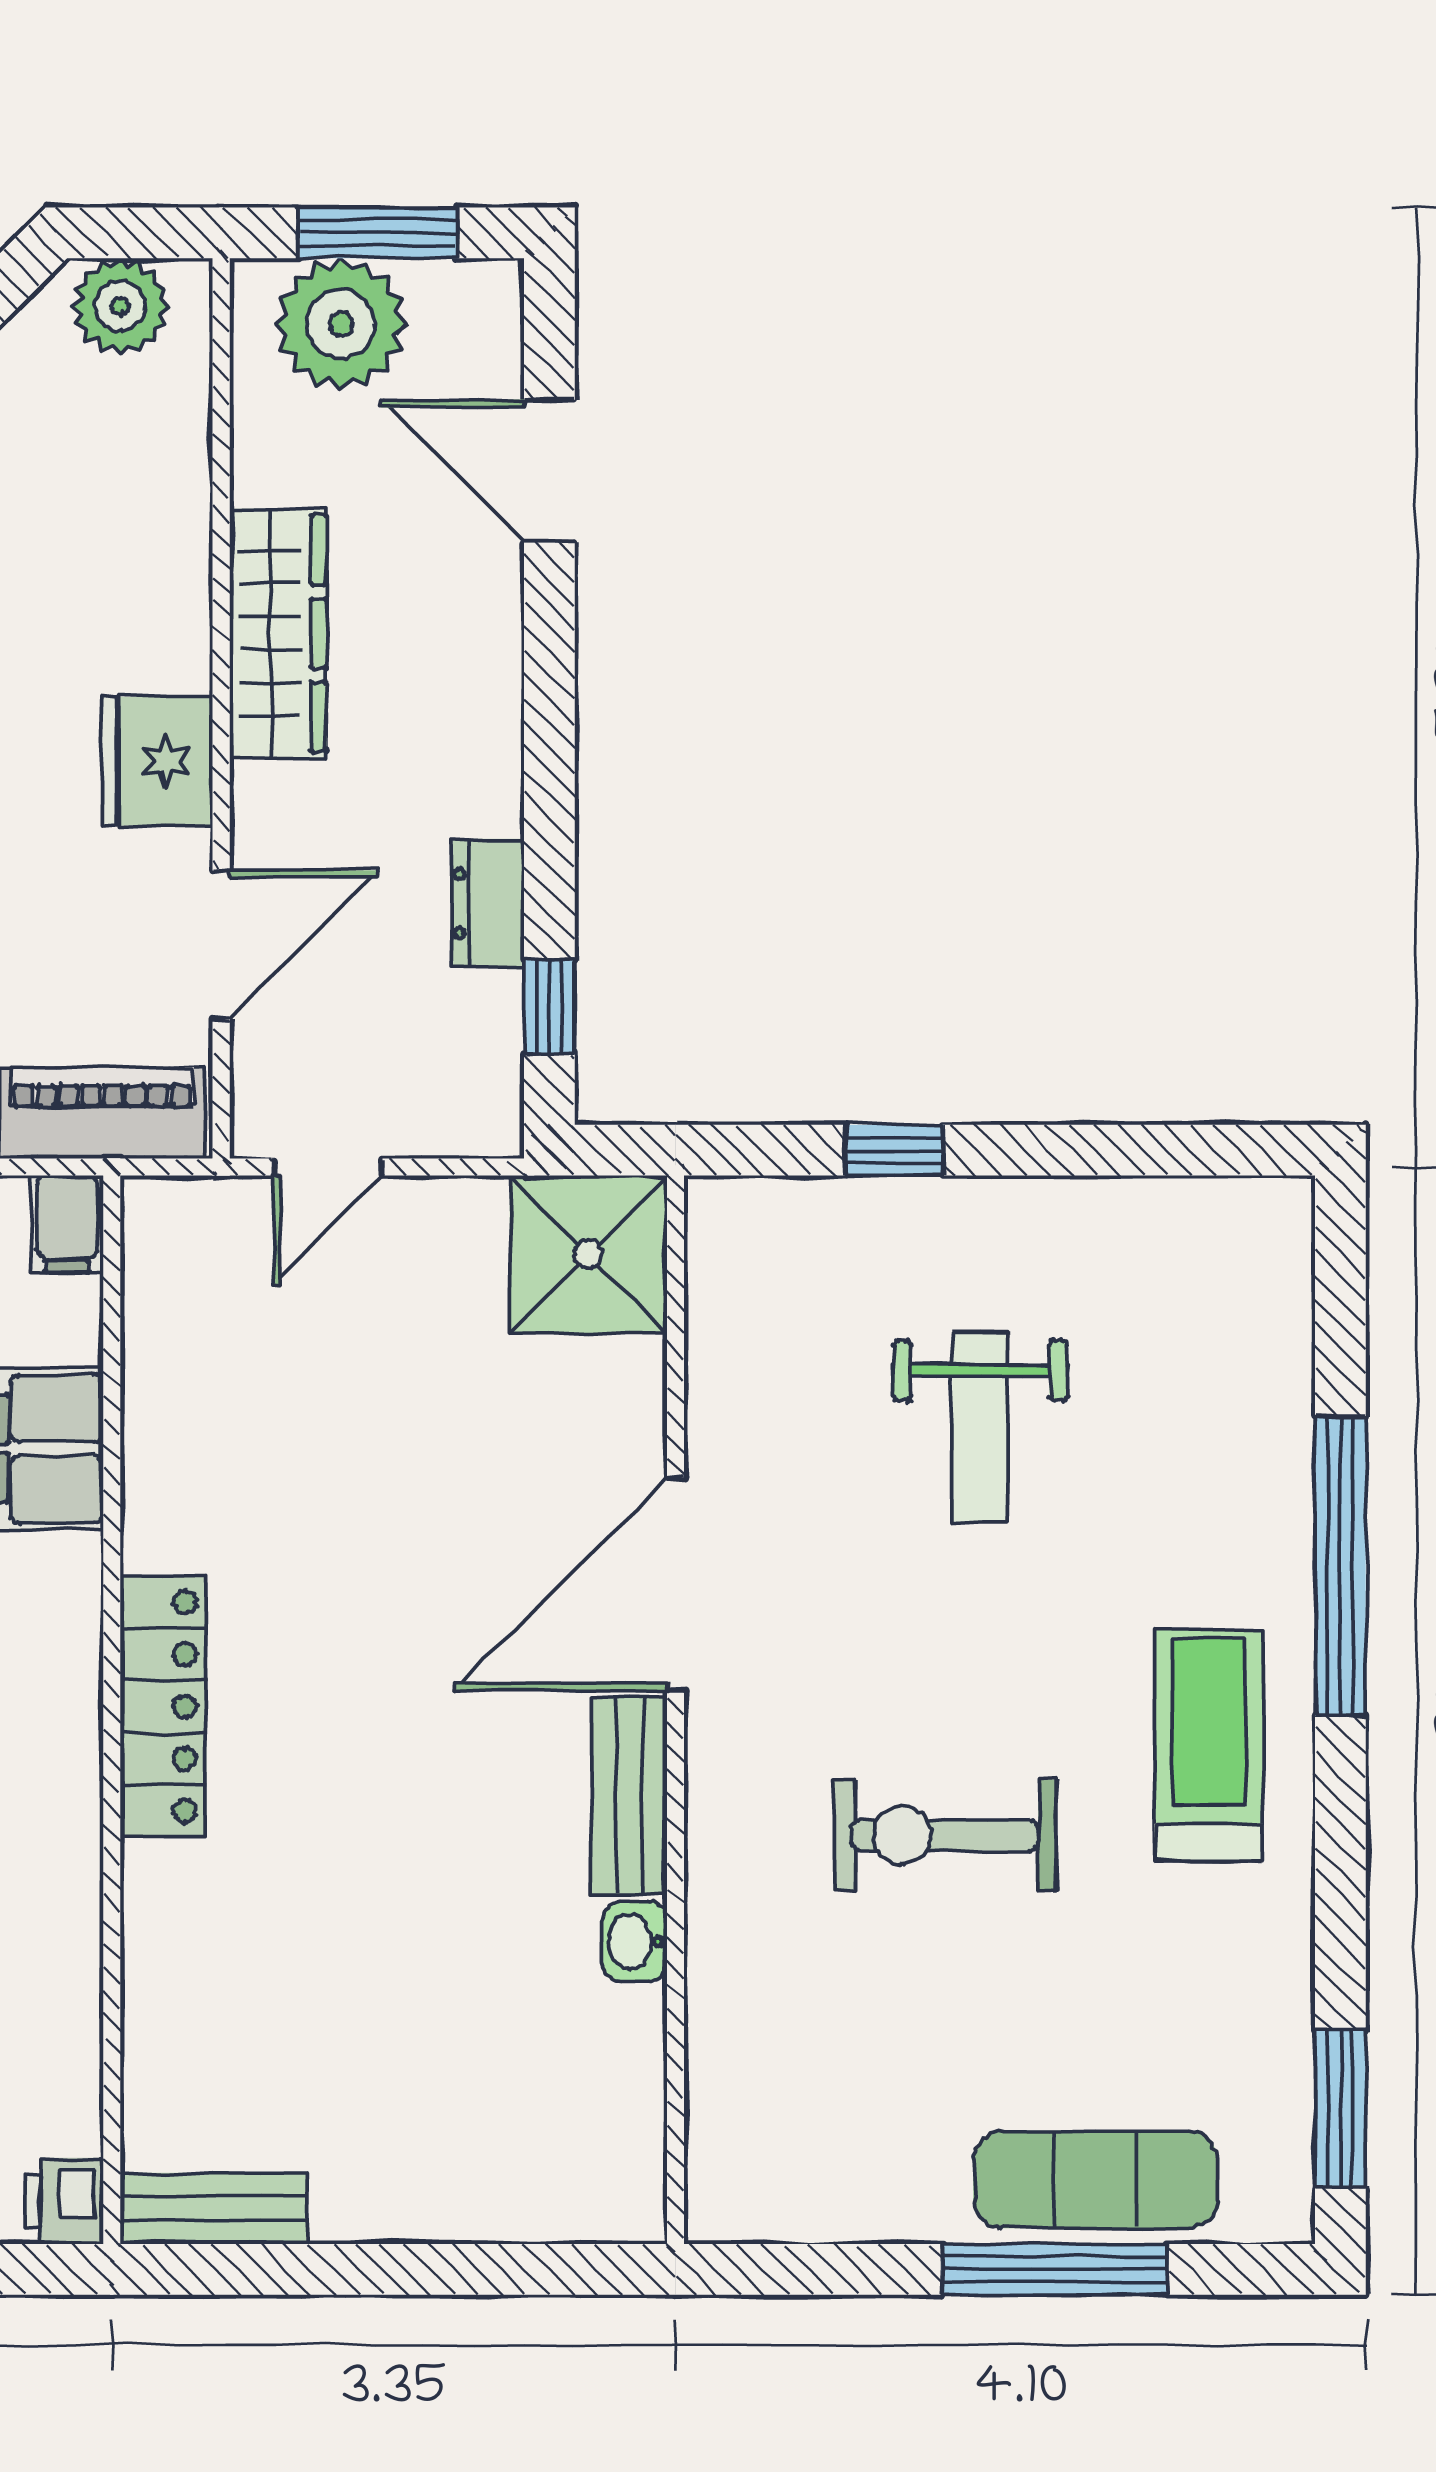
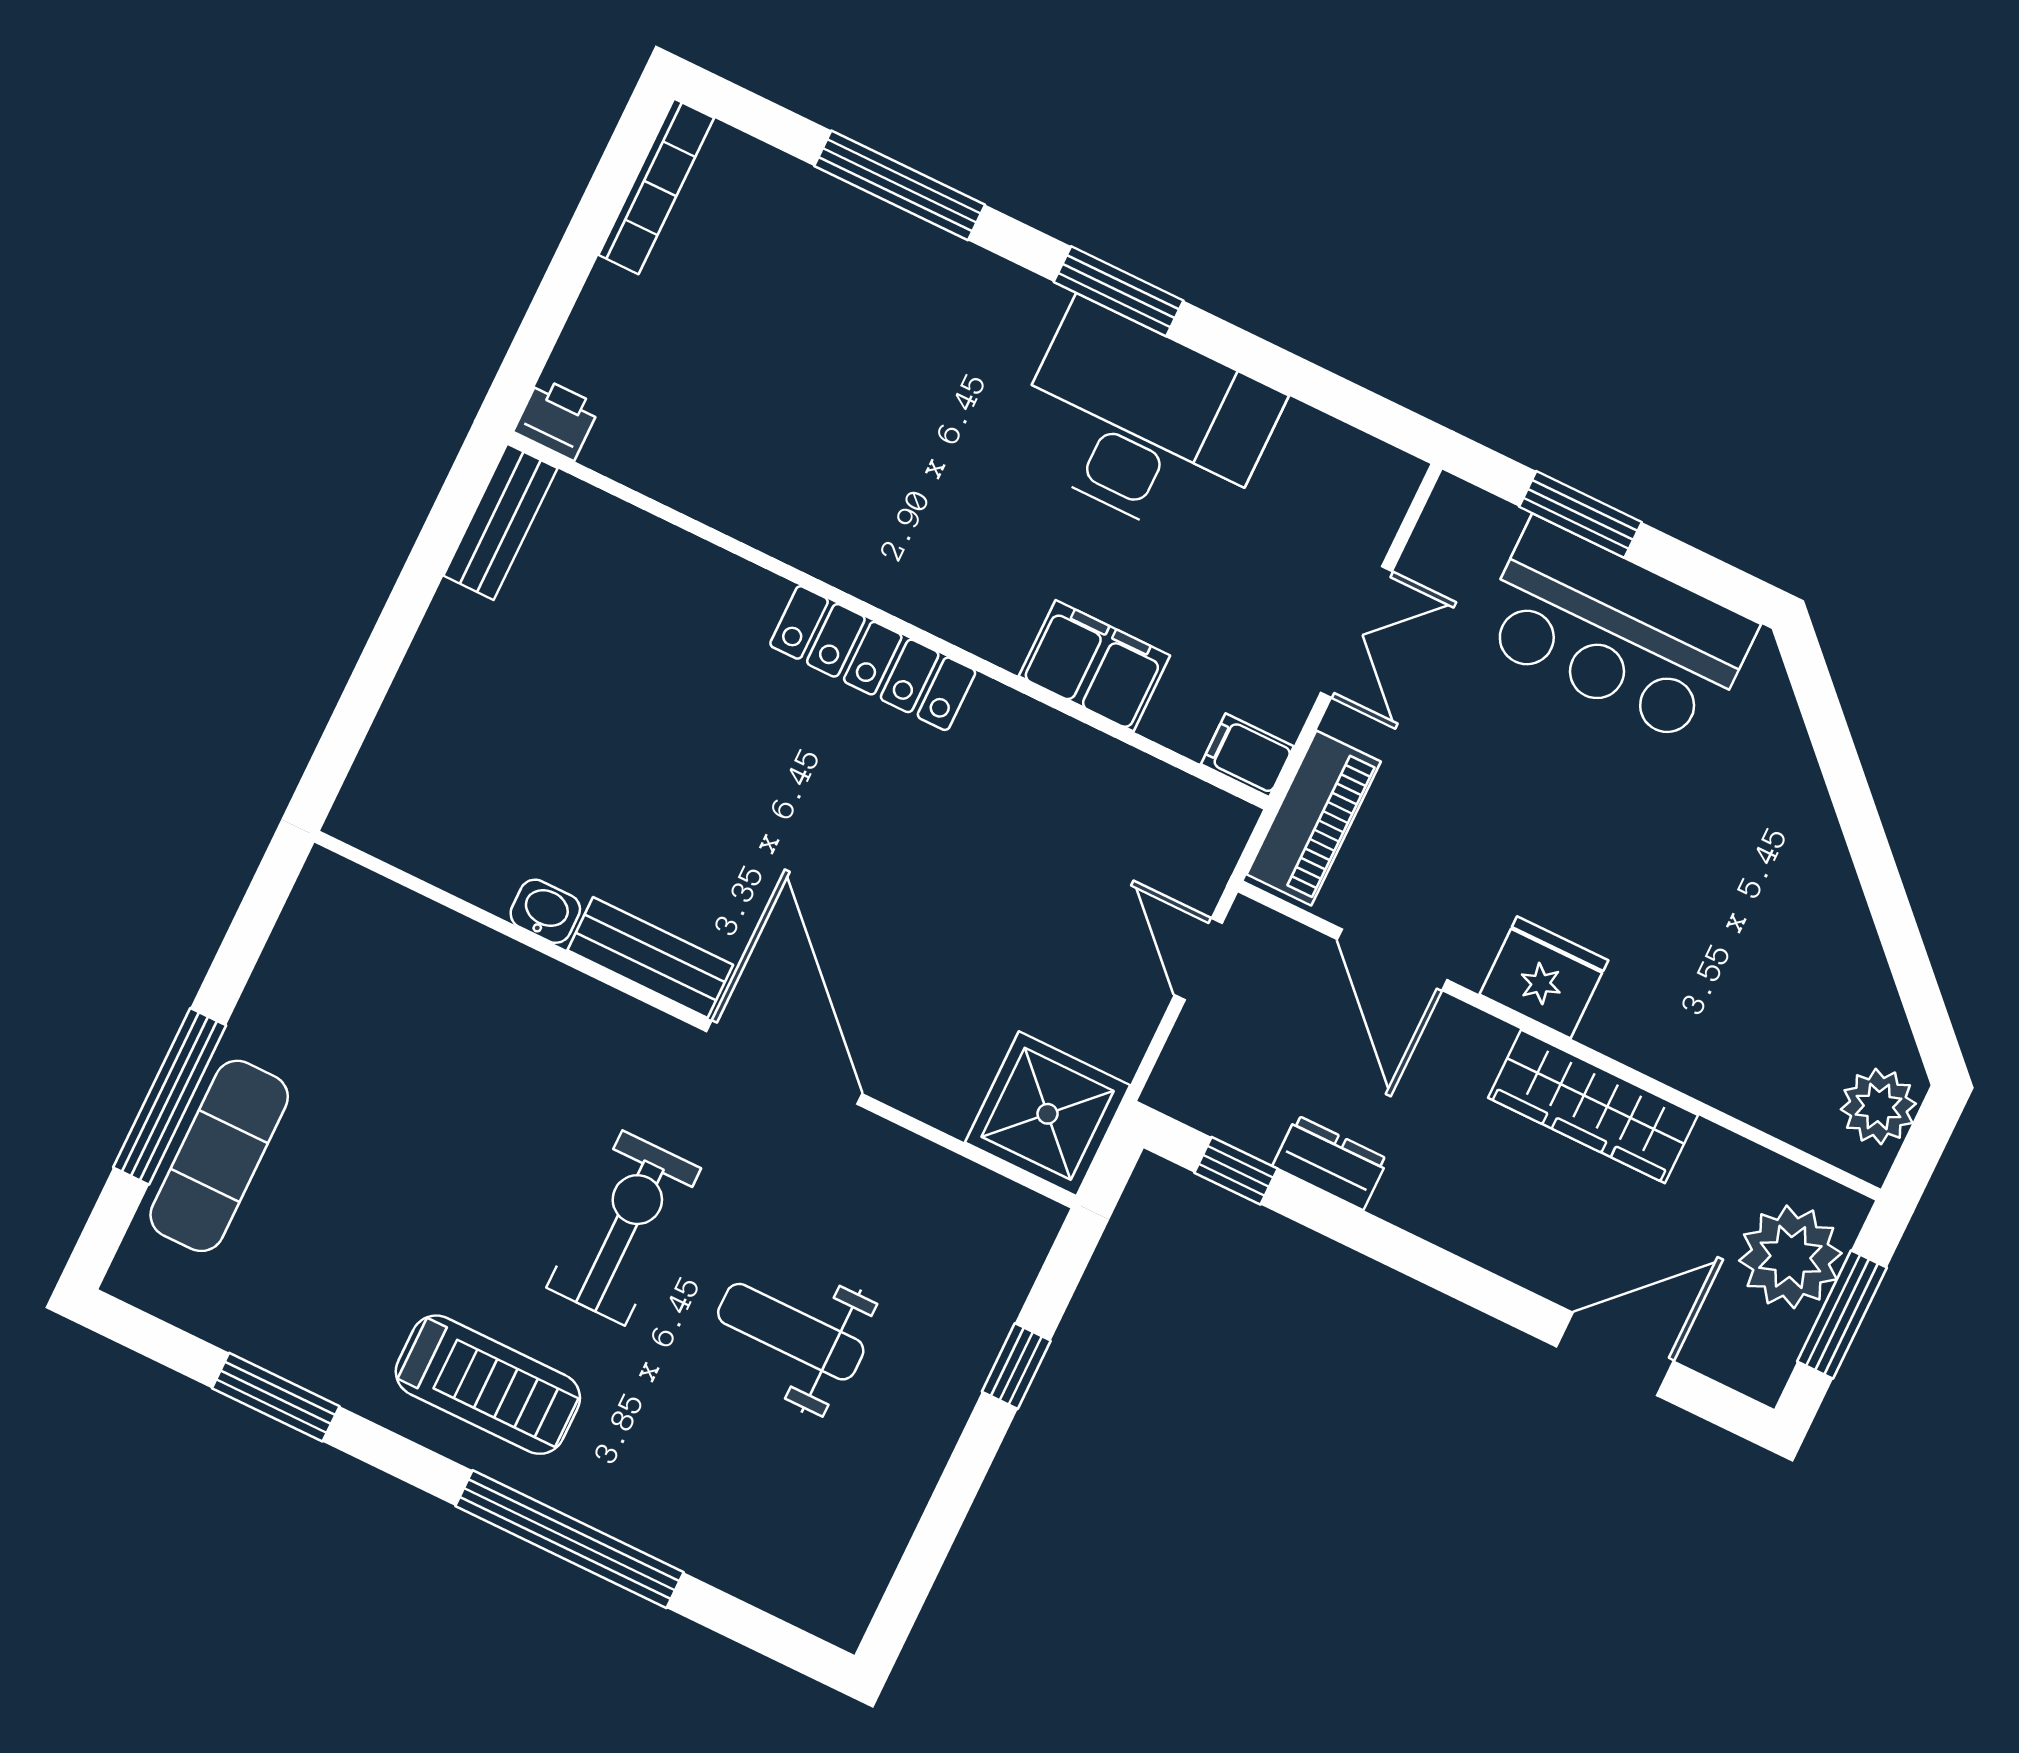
exercise bike: (945, 1835) -> (624, 1228), moved
window: (1340, 2109) -> (276, 1397), moved

